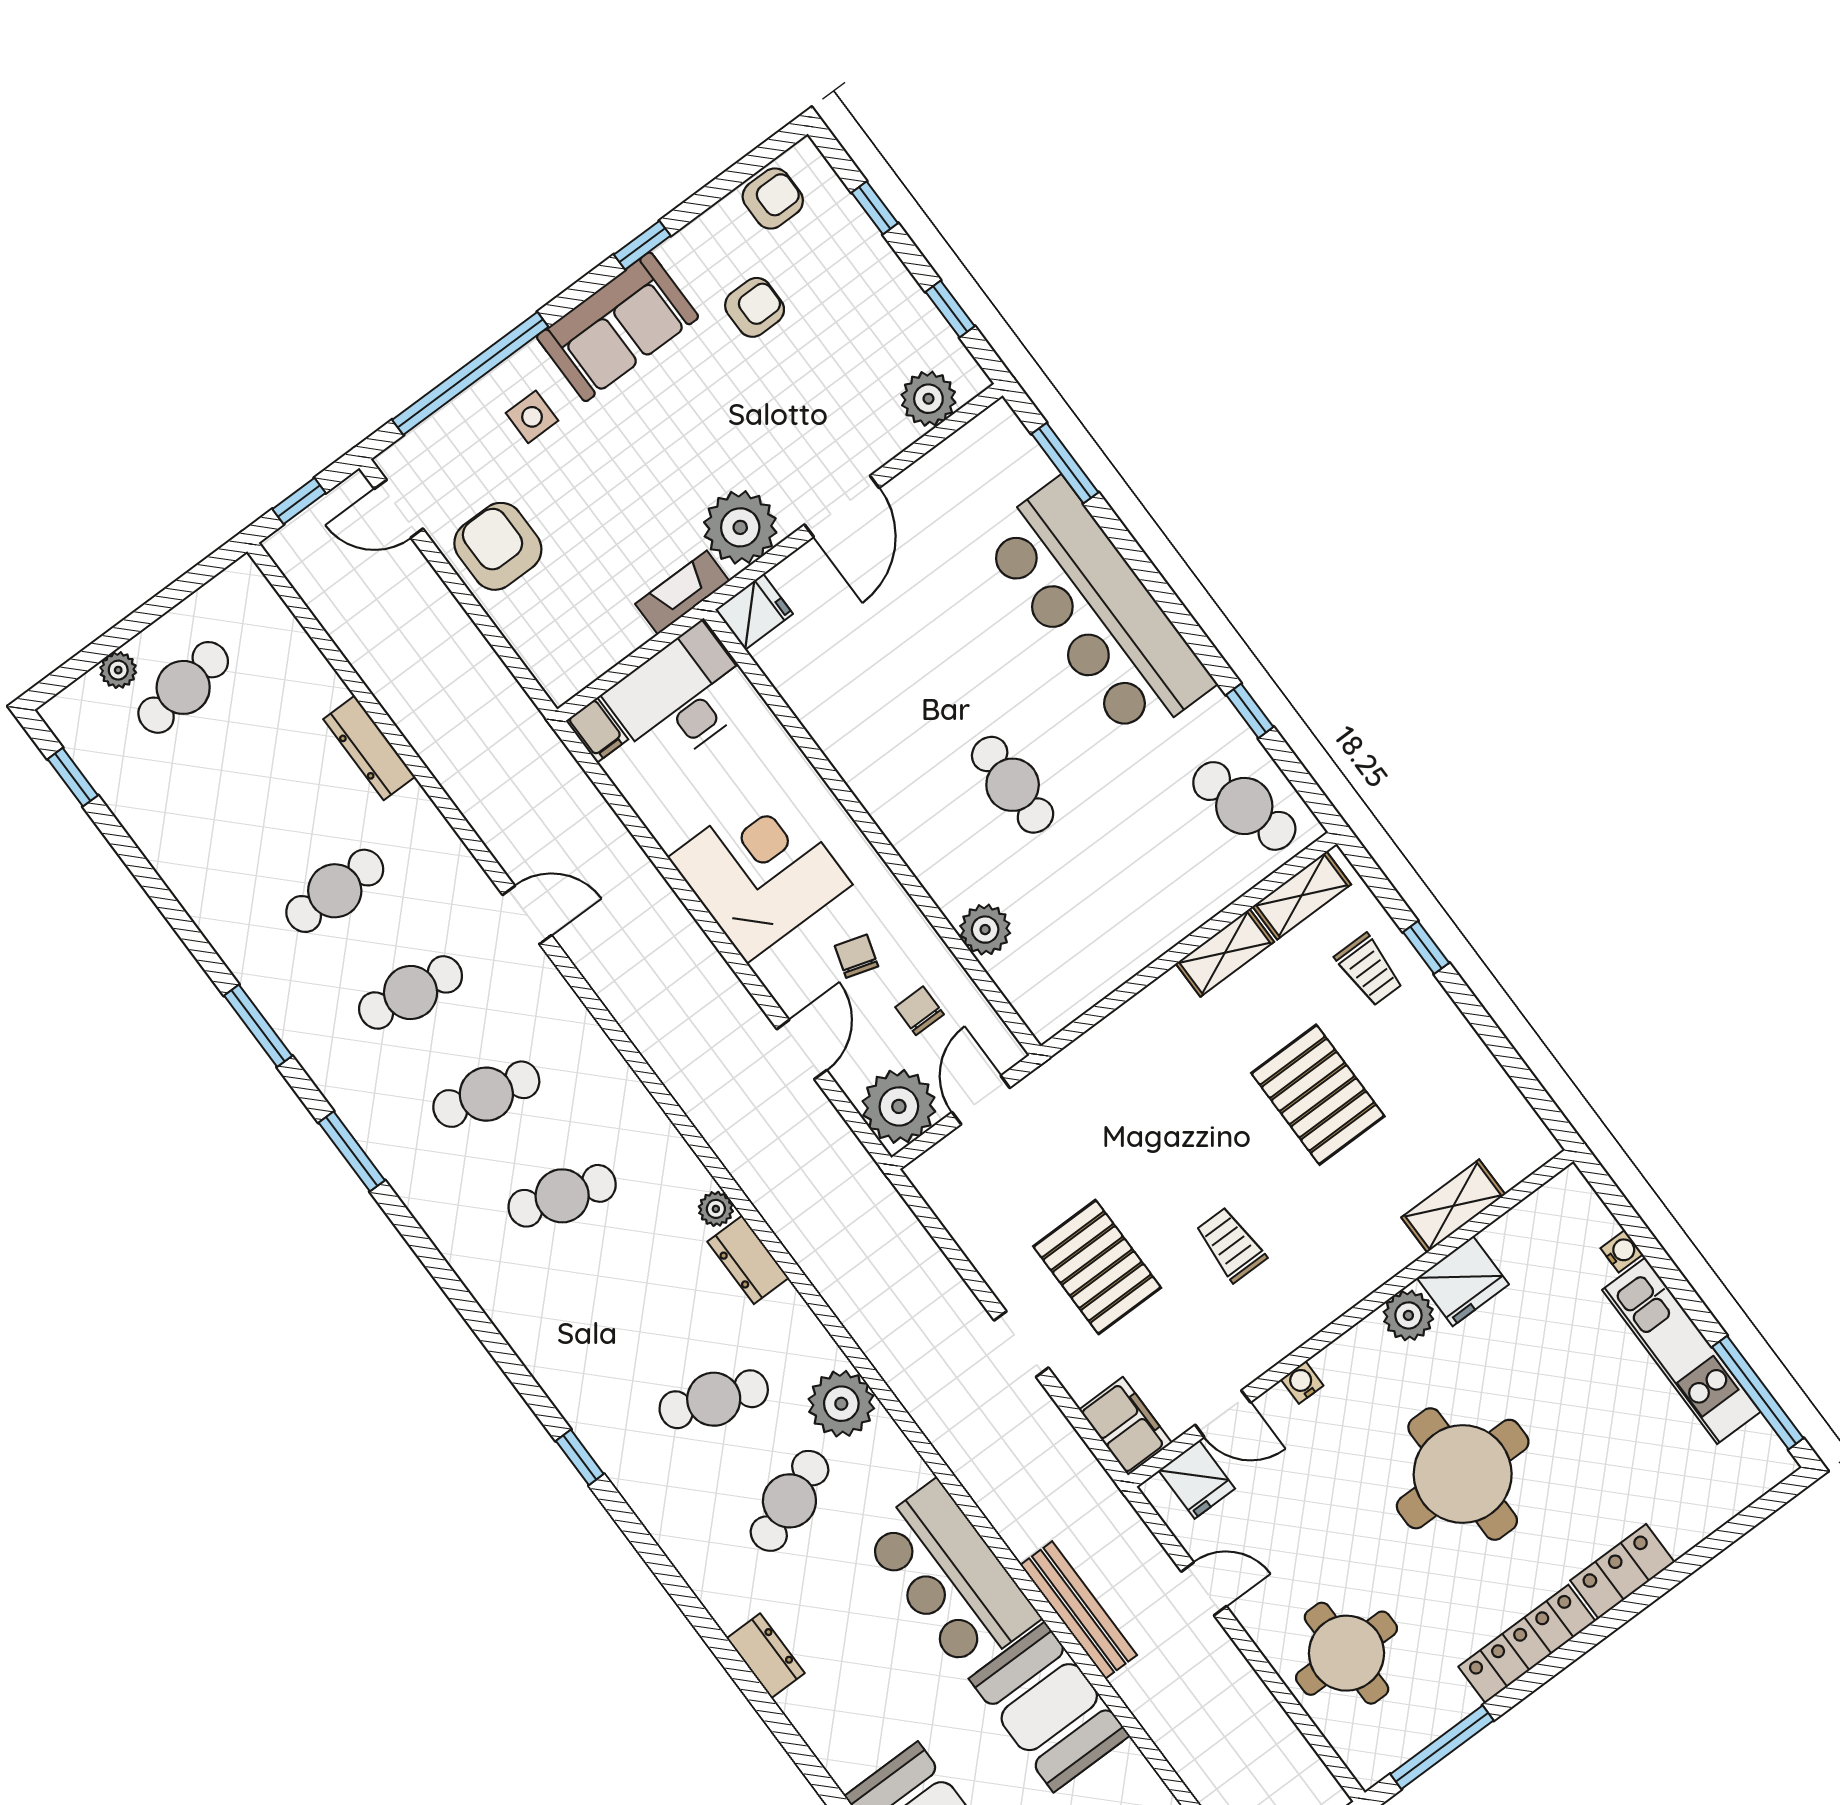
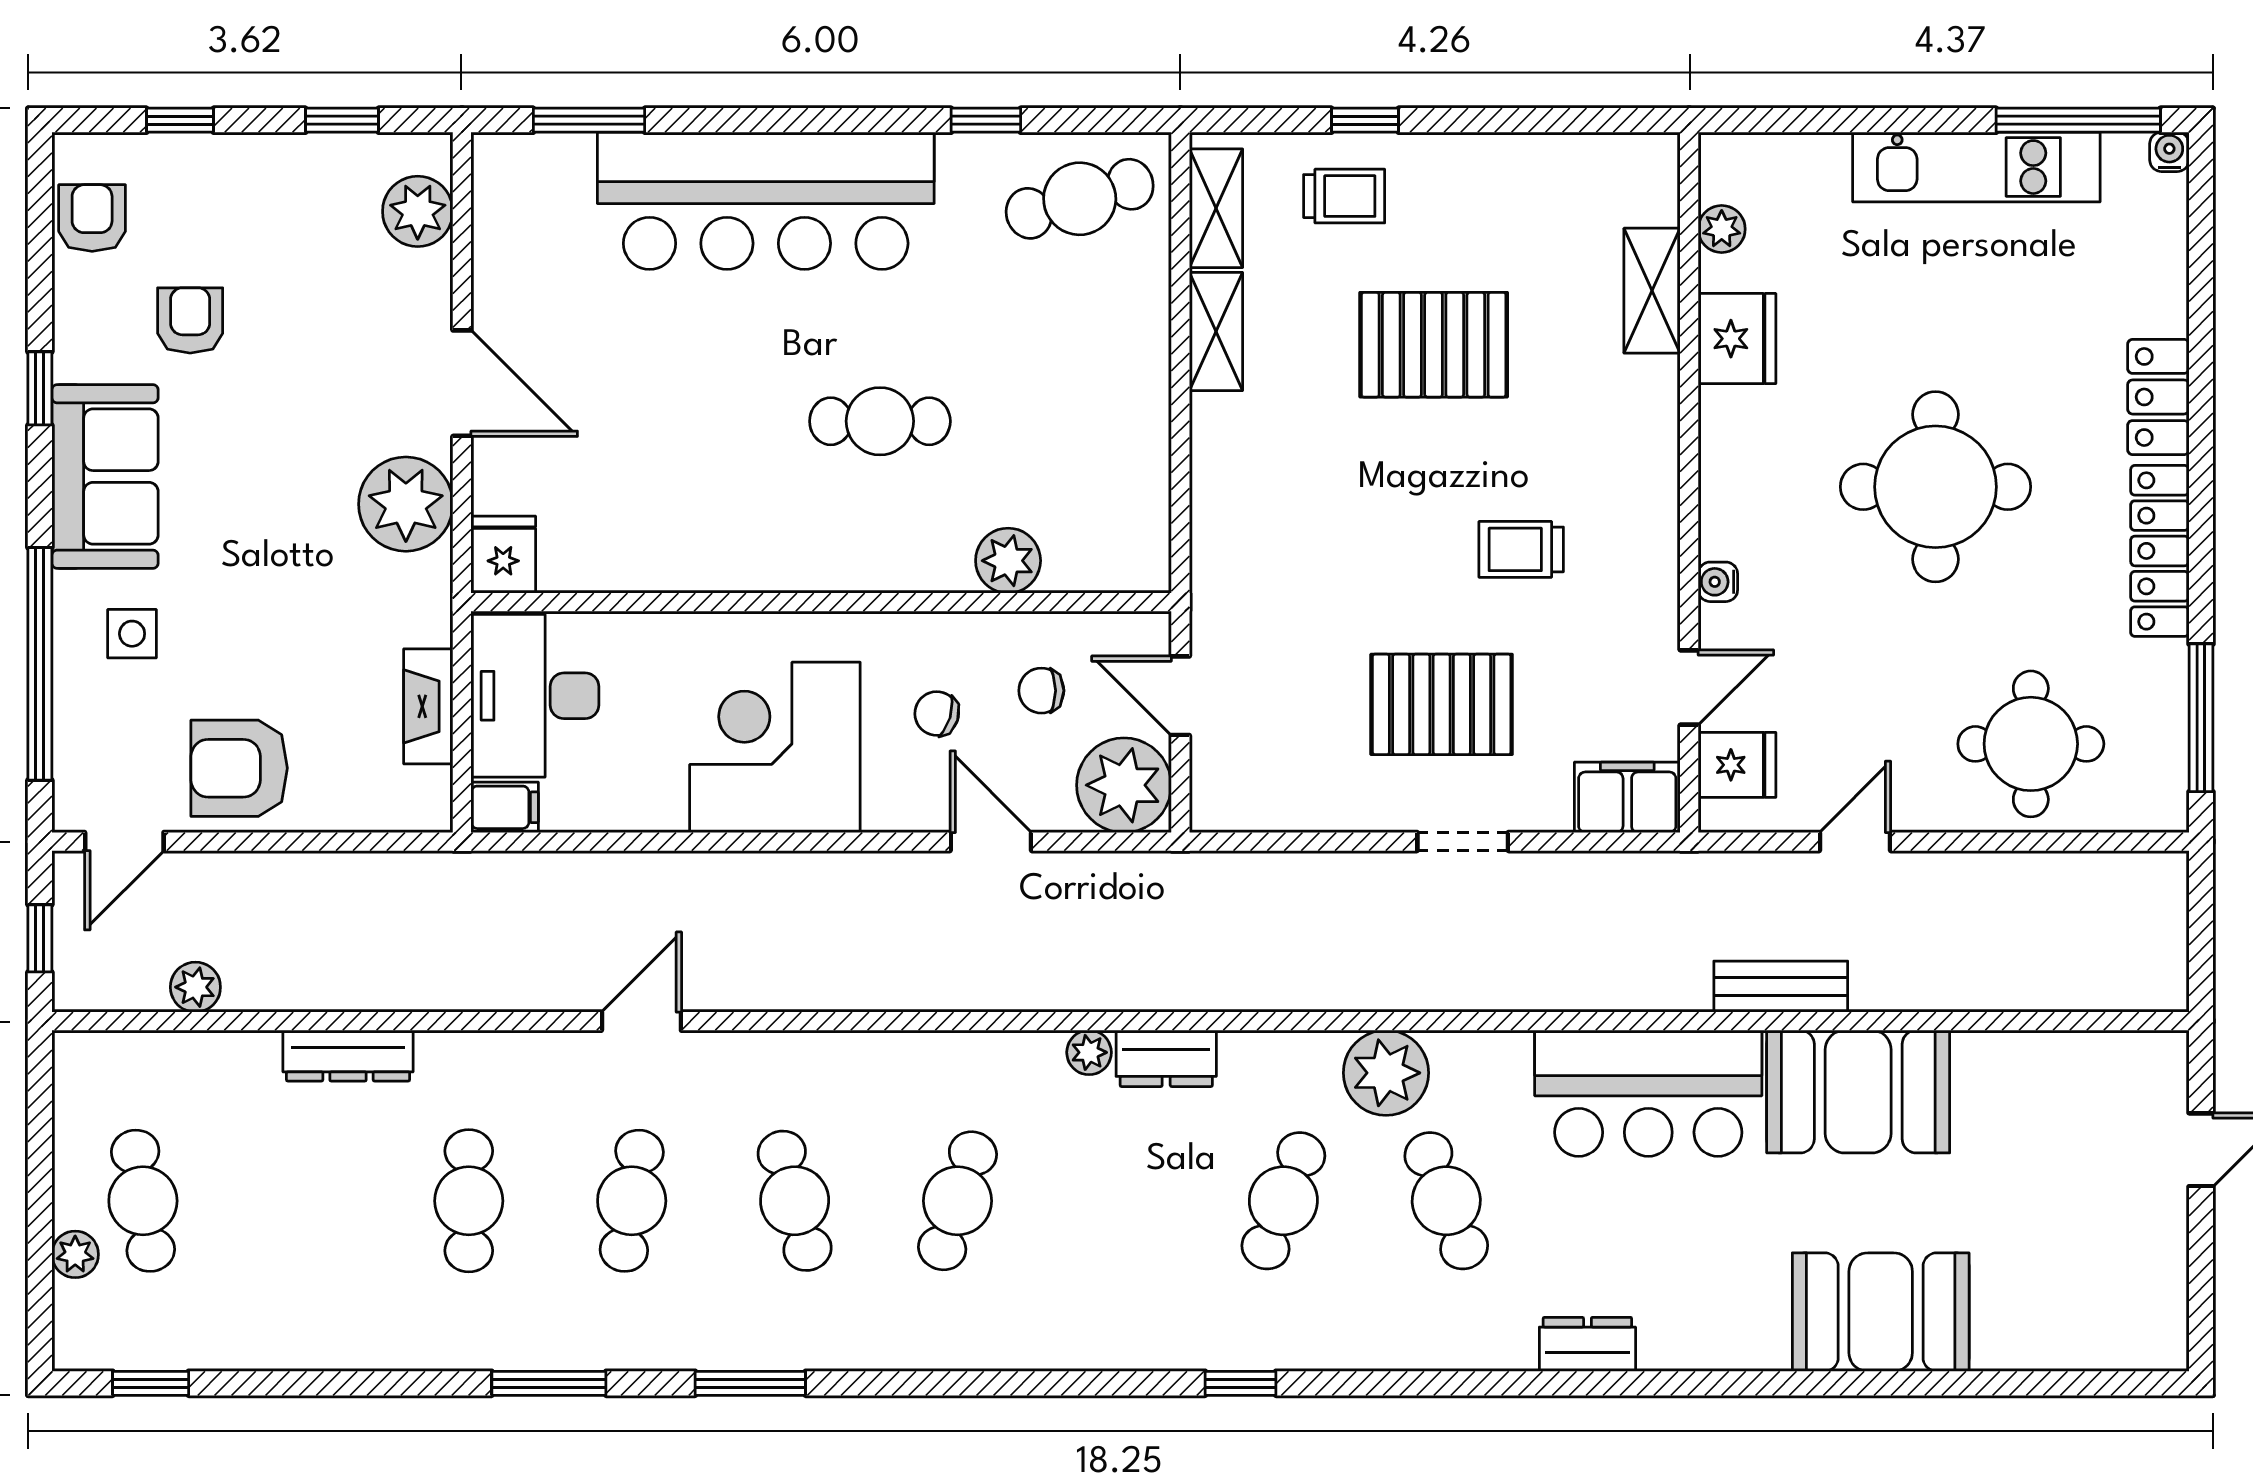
fireplace: (682, 592) -> (428, 706), moved
plant: (341, 621) -> (195, 987), added
cafe table: (486, 1094) -> (795, 1201), turned -30
water cooler: (1622, 1251) -> (2169, 152), moved
plant: (1408, 1315) -> (1722, 229), moved, width x0.73, depth x0.73
bench: (1079, 1610) -> (1781, 987), width x0.73

